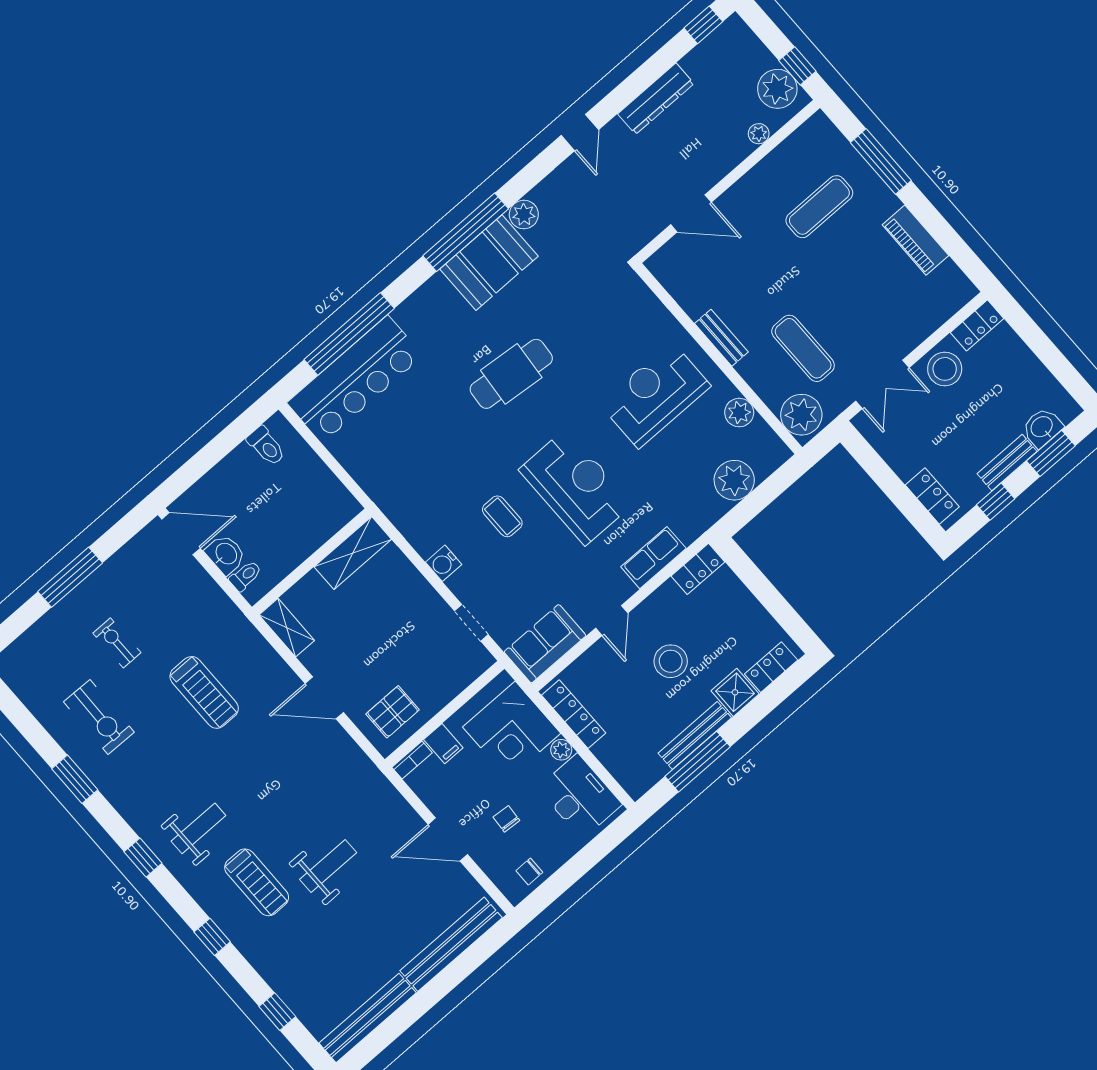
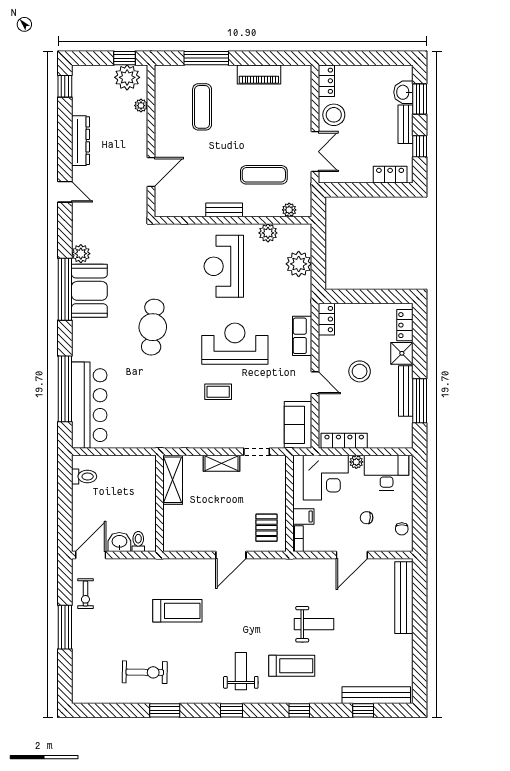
plant: (801, 415) -> (289, 210), width x0.53, depth x0.53
water cooler: (444, 563) -> (216, 440), removed
shelving: (287, 628) -> (222, 463), moved
exercise bike: (117, 643) -> (85, 594), moved, turned -90
weight bench: (328, 866) -> (314, 624), turned 90
bench: (368, 1018) -> (376, 695), moved, turned 90

